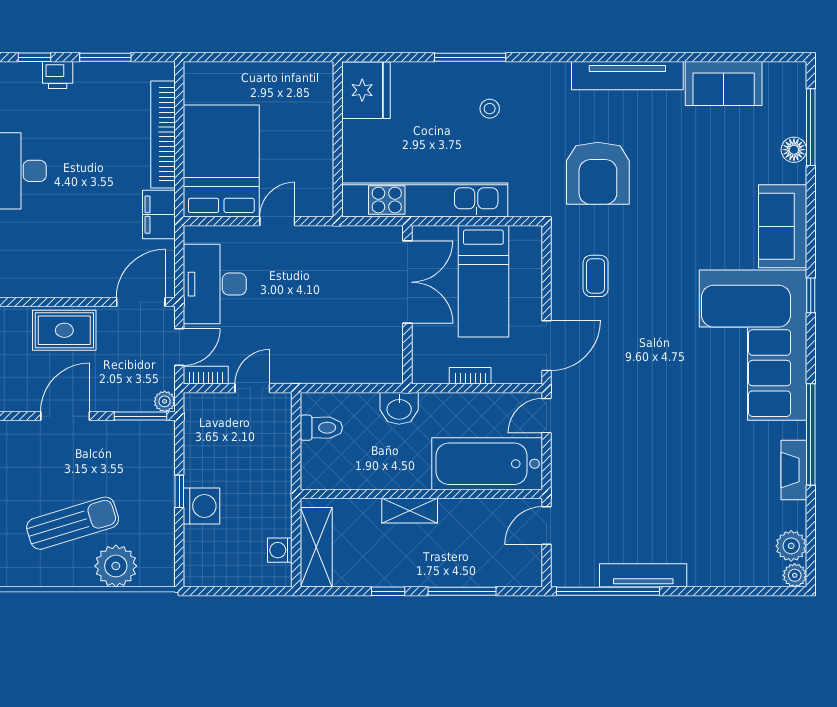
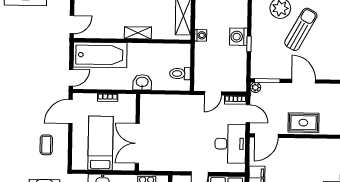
door: (179, 347) -> (248, 114), swing flipped
door: (65, 416) -> (304, 81), swing flipped
sun lounger: (73, 523) -> (301, 29), turned 136
washing machine: (280, 550) -> (201, 35), moved

